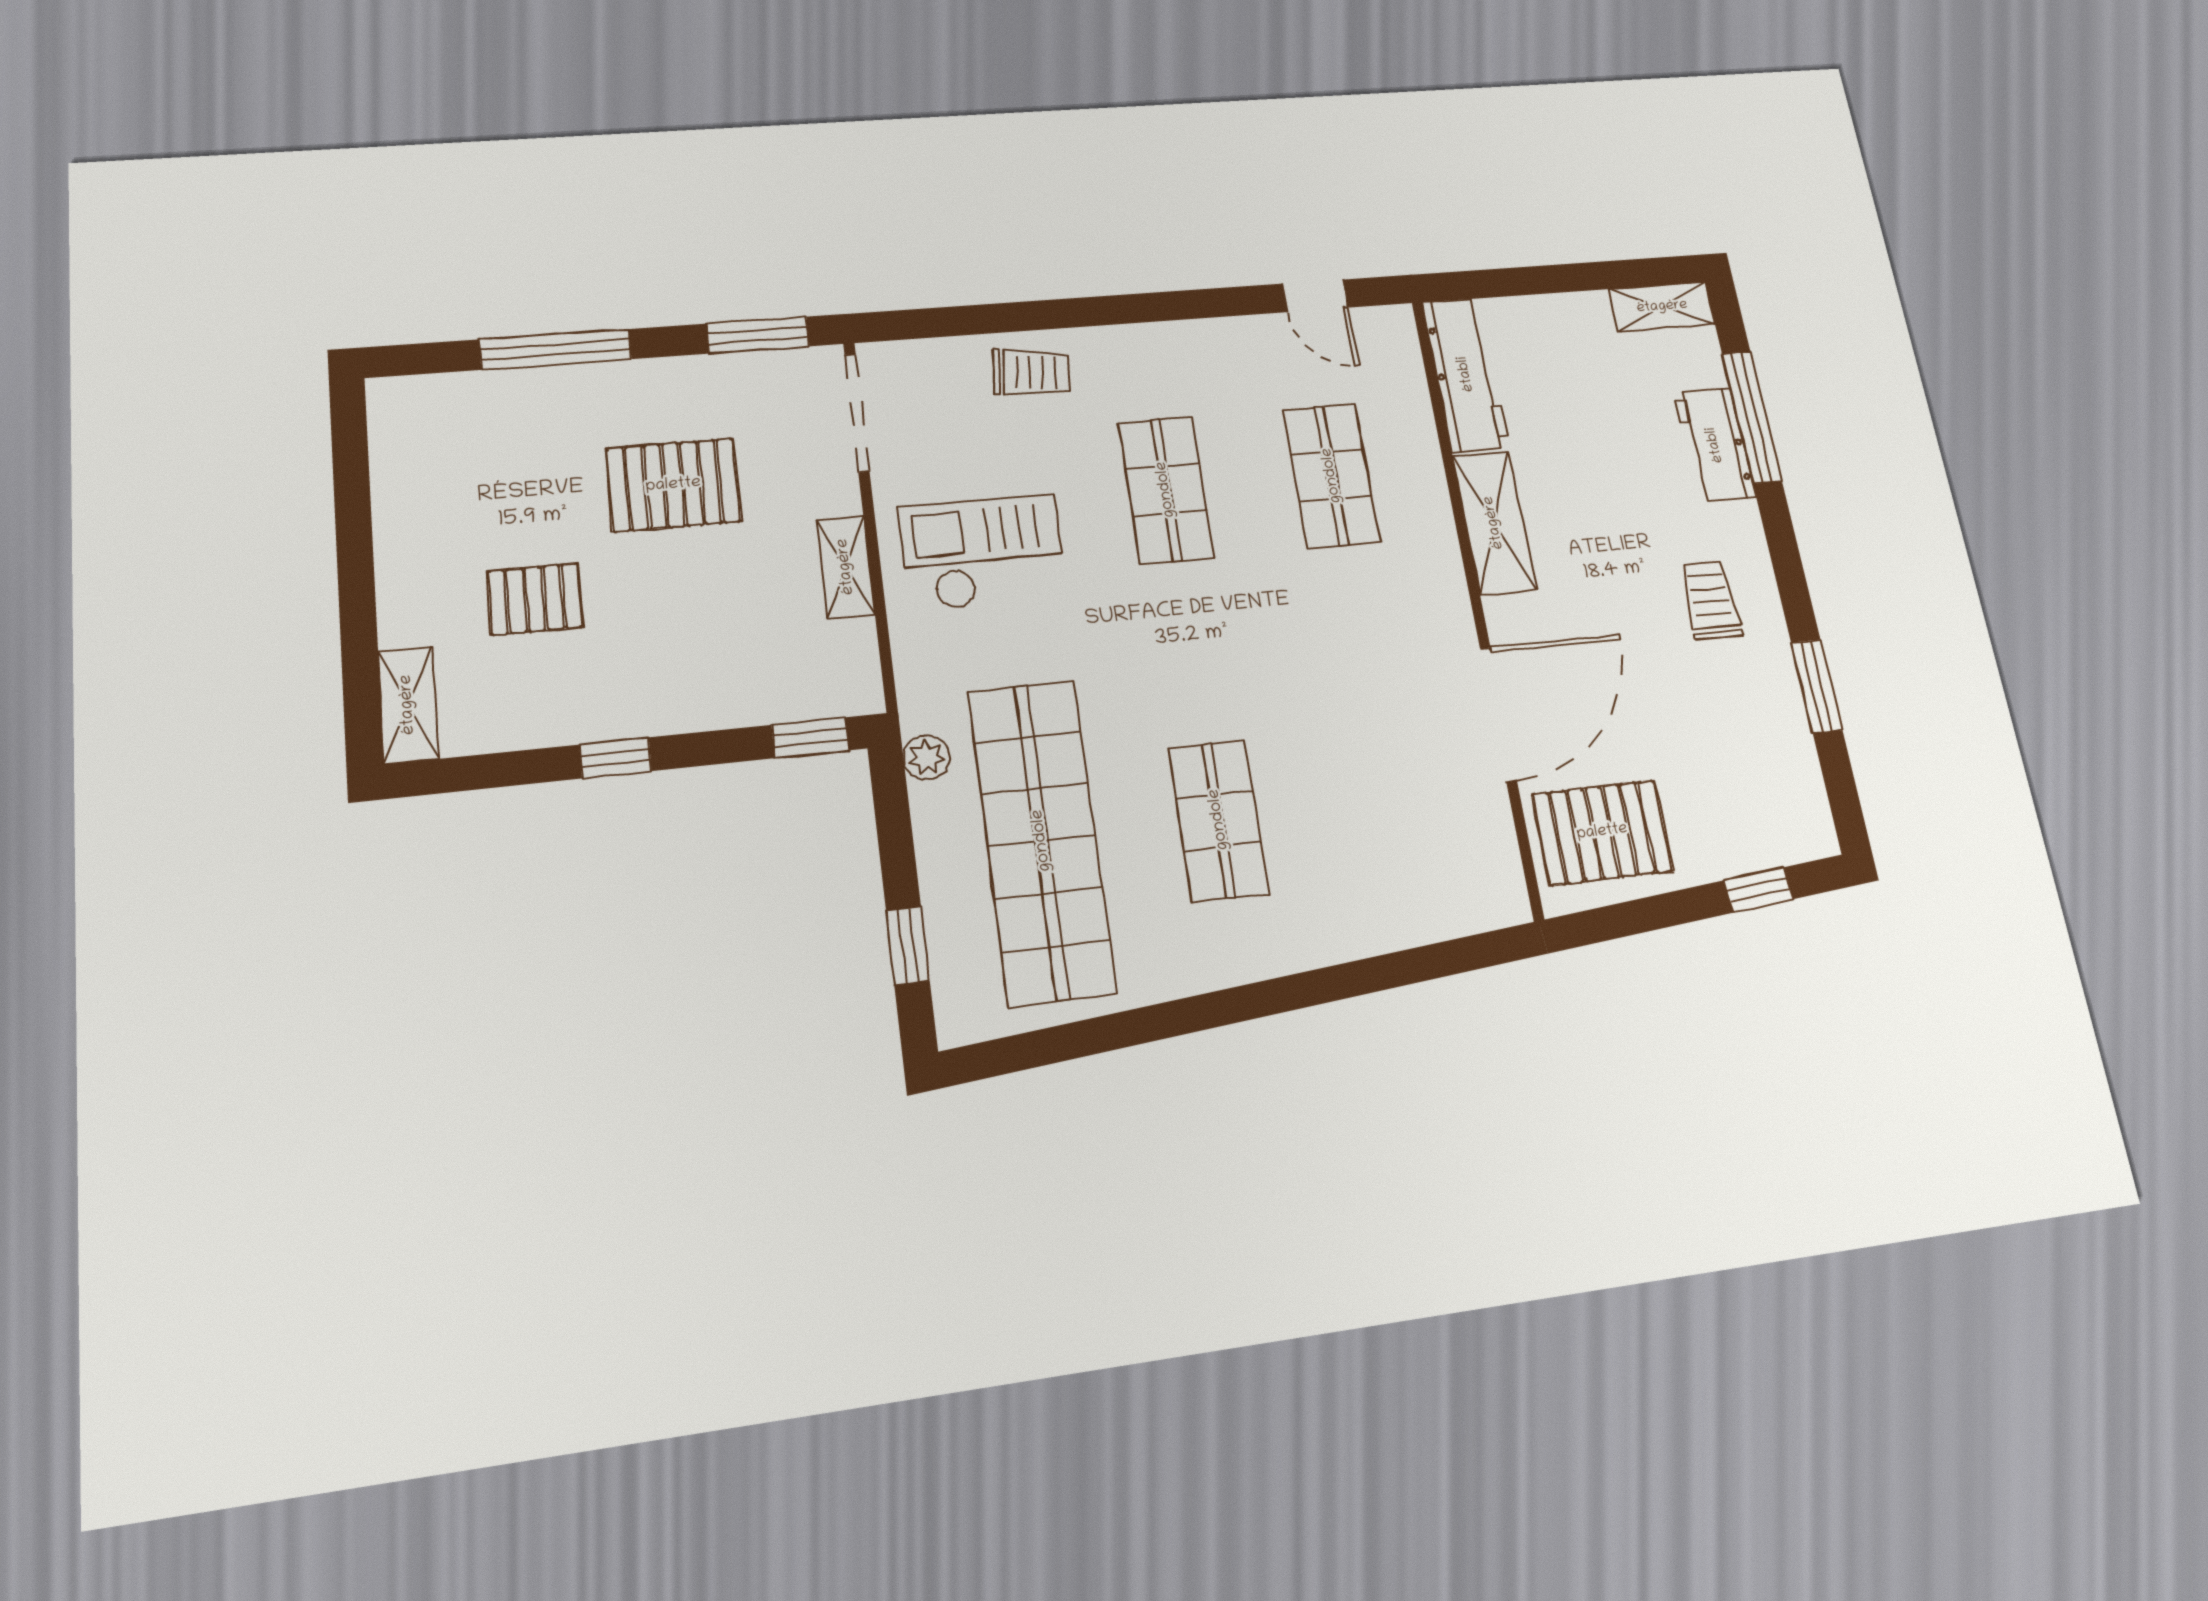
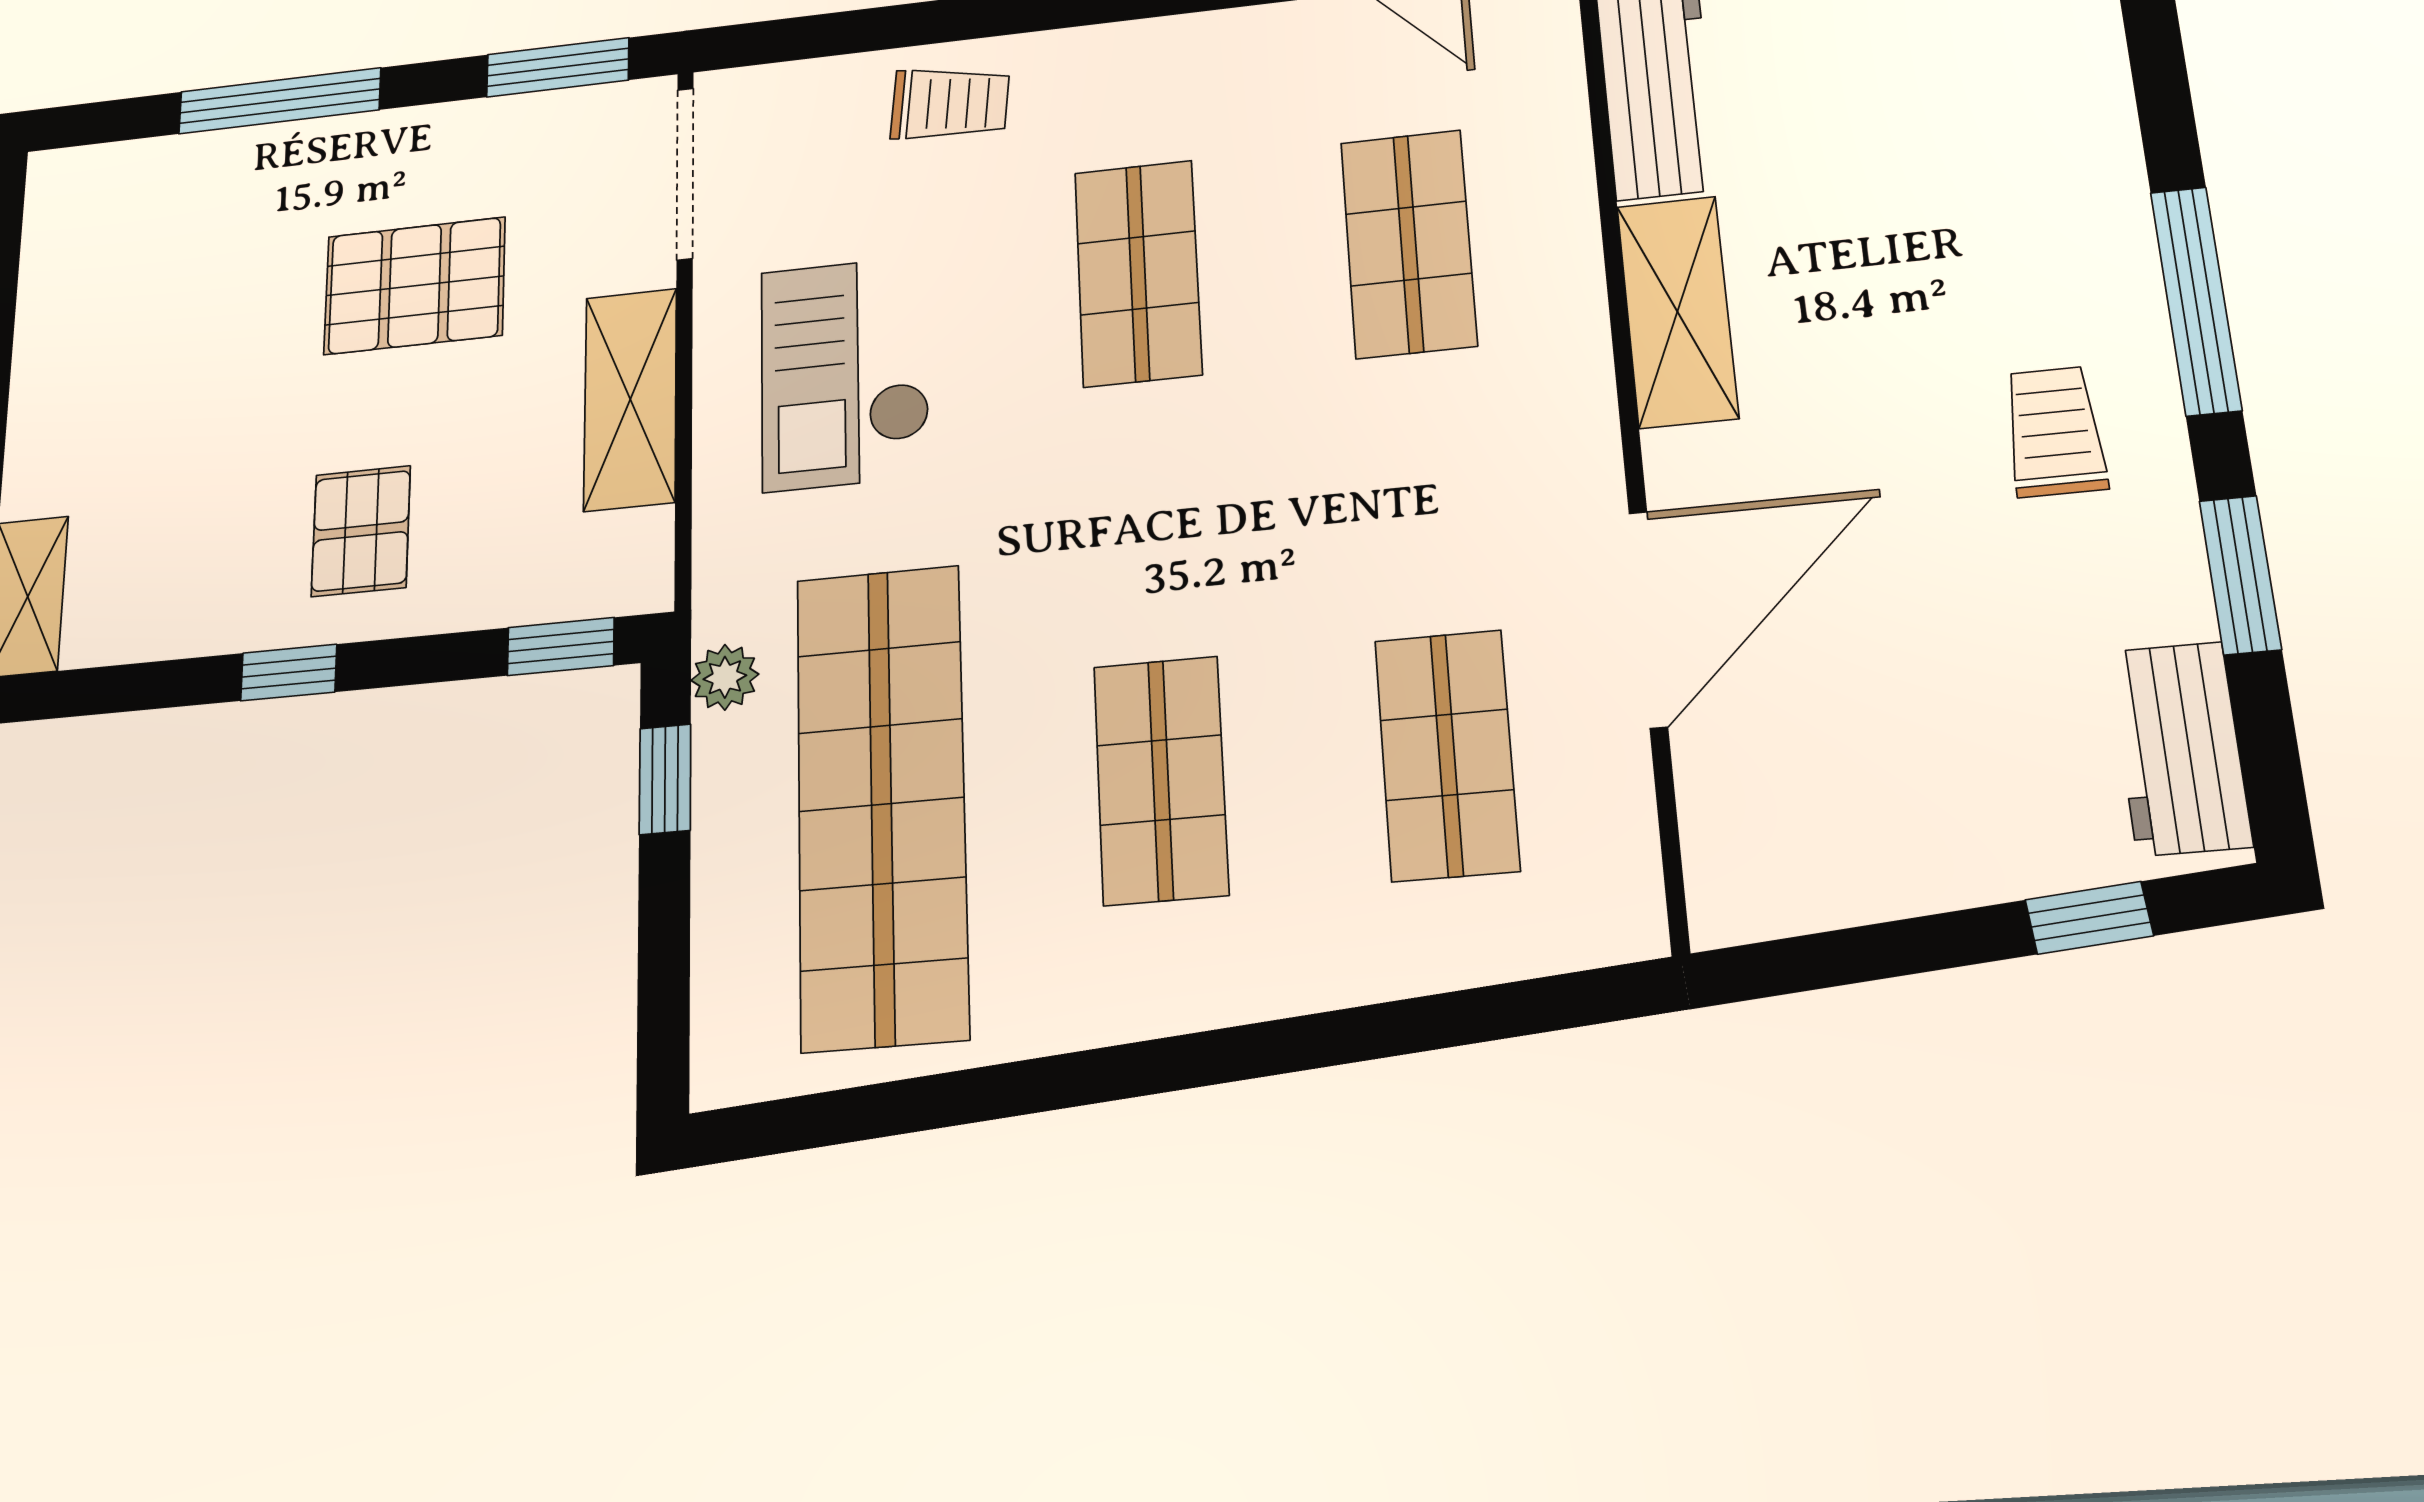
window: (1752, 417) -> (2196, 301), moved
workbench: (1715, 445) -> (2180, 748), moved
checkout: (983, 552) -> (845, 373), turned -90
shelving: (846, 567) -> (630, 399), width x1.50, depth x1.33
pallet: (535, 599) -> (361, 531), moved, turned 90
shop shelf: (1390, 801) -> (1447, 755), added
pallet: (1602, 832) -> (1810, 814), removed
window: (908, 946) -> (665, 779), moved

